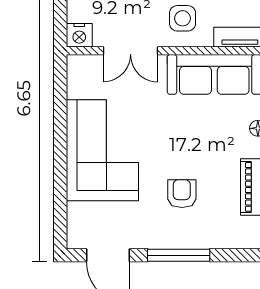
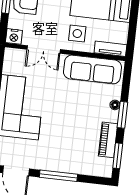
armchair: (182, 194) -> (65, 139), removed

